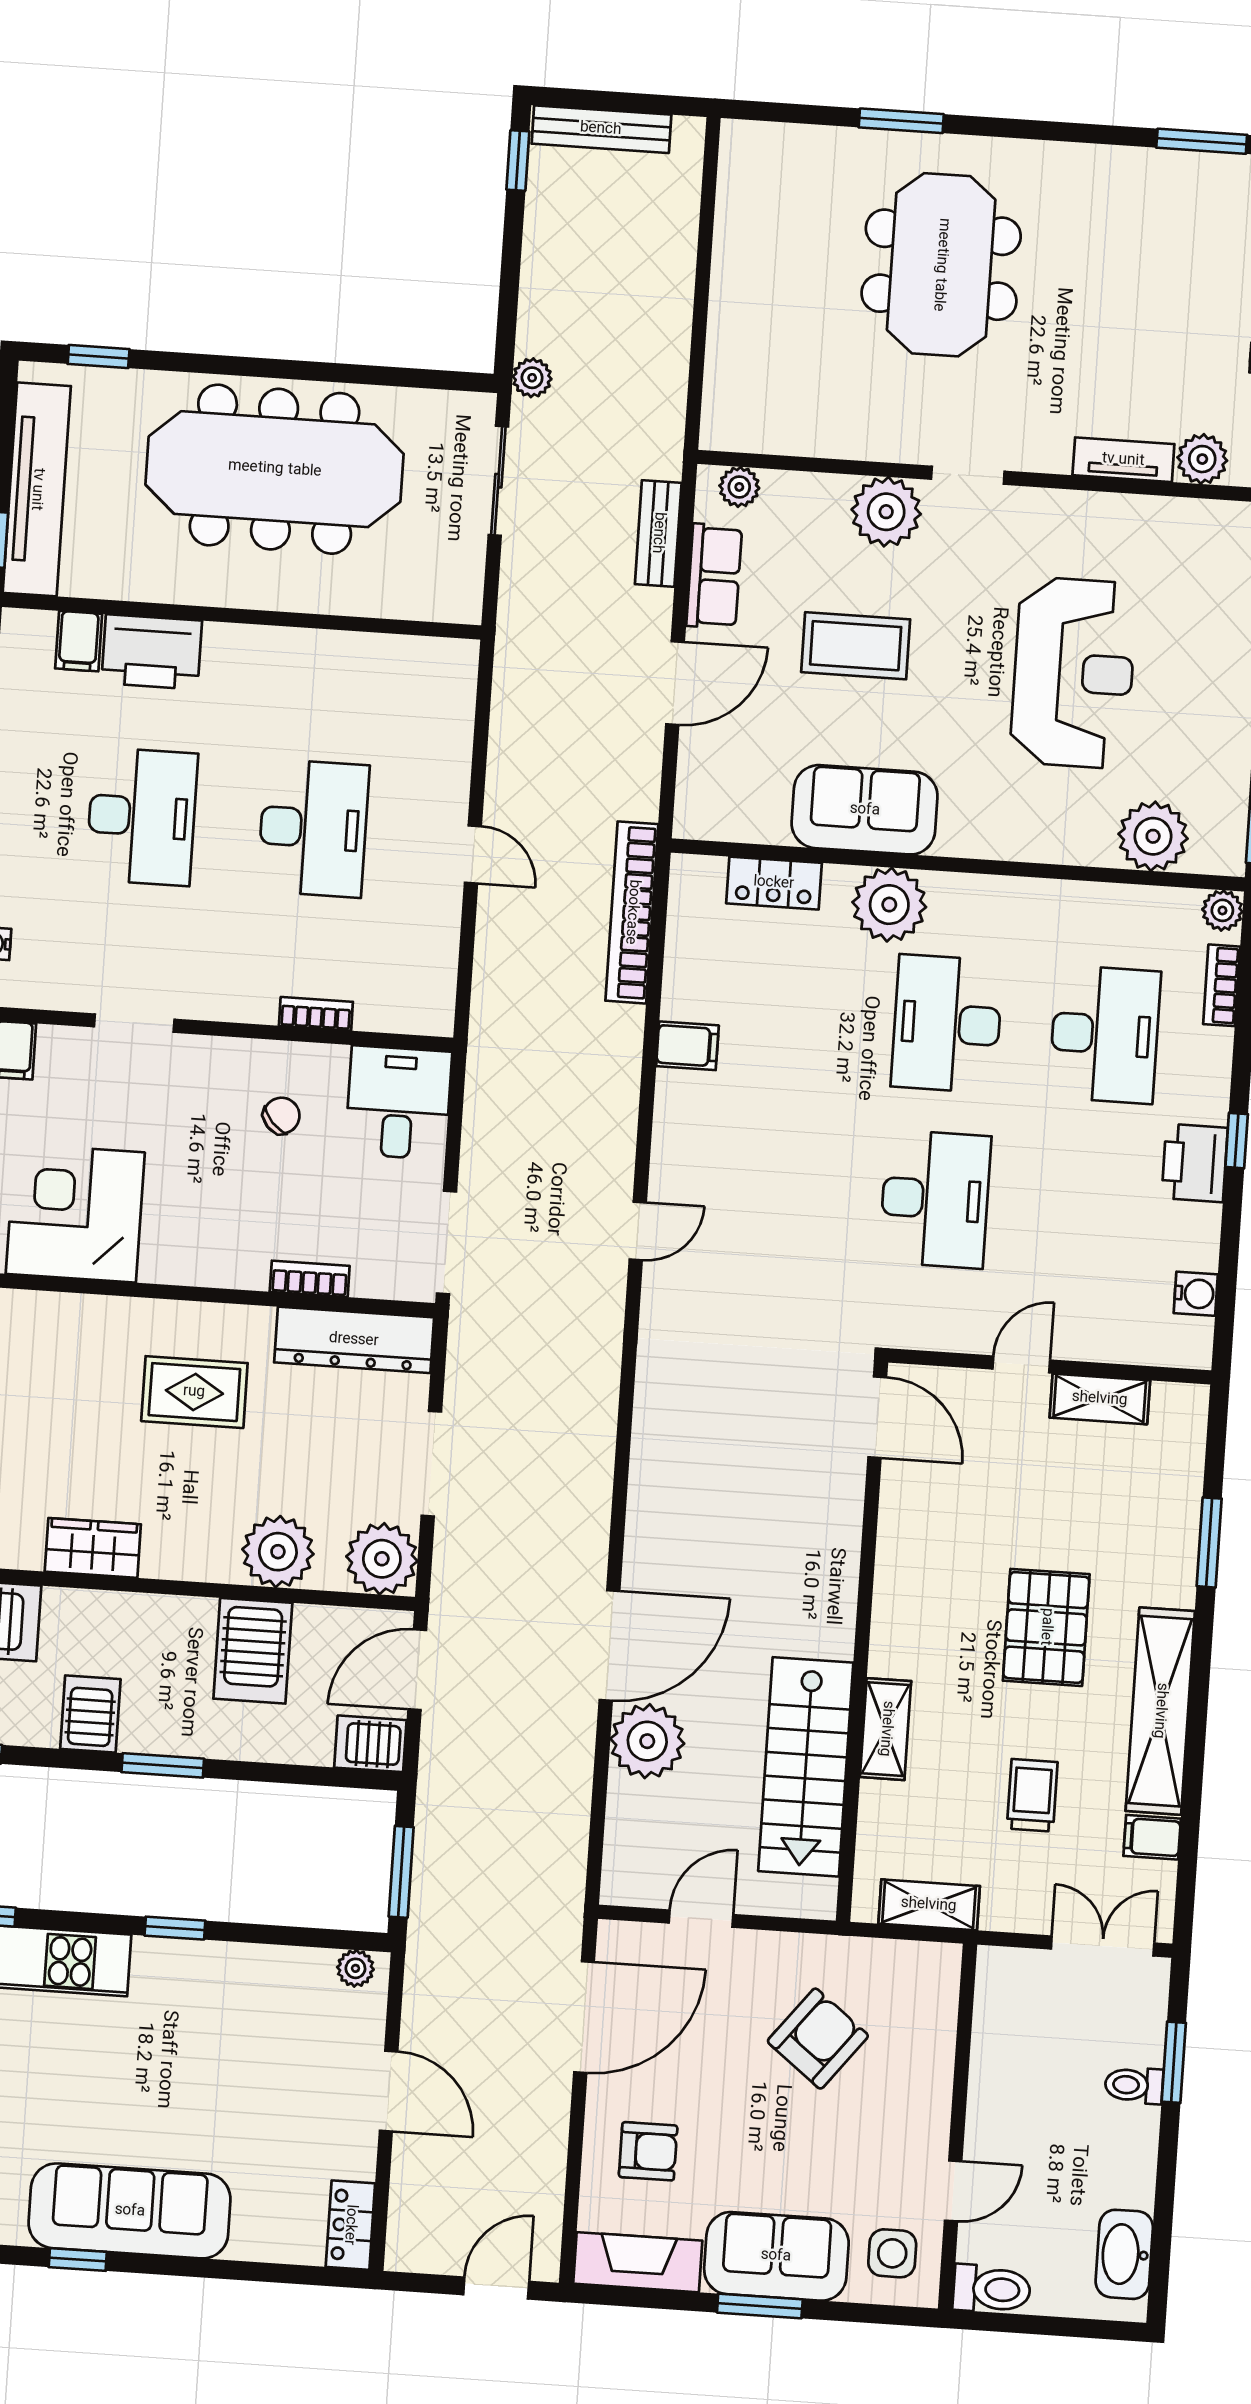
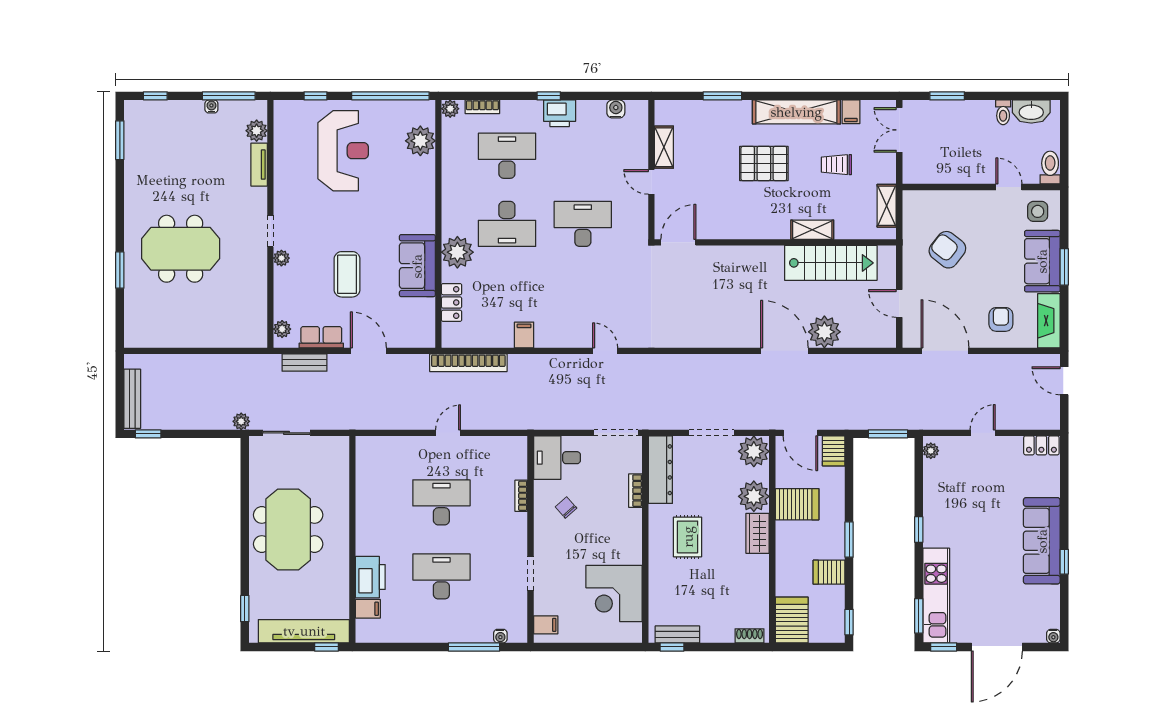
meeting table: (275, 469) -> (288, 530), width x0.73
plant: (886, 512) -> (281, 258), width x0.53, depth x0.53
reception desk: (1074, 673) -> (343, 151), moved, turned 90
wardrobe: (93, 1548) -> (758, 533), moved
toilet: (1134, 2085) -> (1003, 112), moved
door: (389, 2091) -> (983, 433), width x0.73

